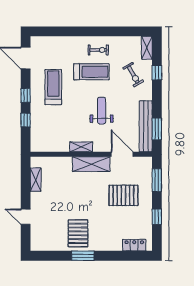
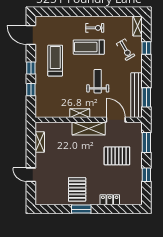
treadmill: (91, 72) -> (89, 47), turned 180
locker: (134, 245) -> (110, 200), moved

